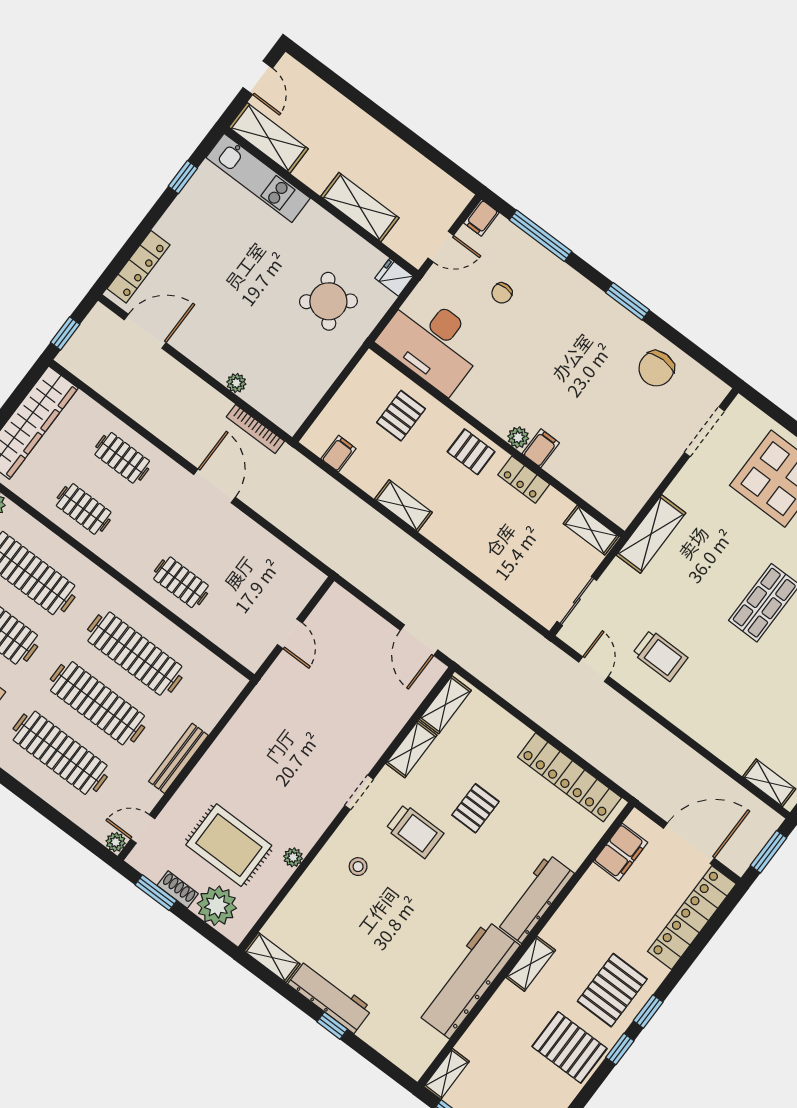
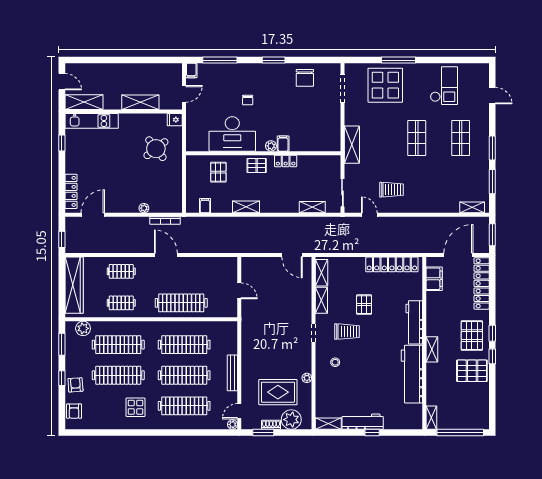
chair: (502, 293) -> (248, 100), moved
desk: (432, 342) -> (232, 134), moved
shelving: (591, 530) -> (312, 207), moved
clothes rail: (181, 582) -> (181, 303), width x1.86, depth x1.31

